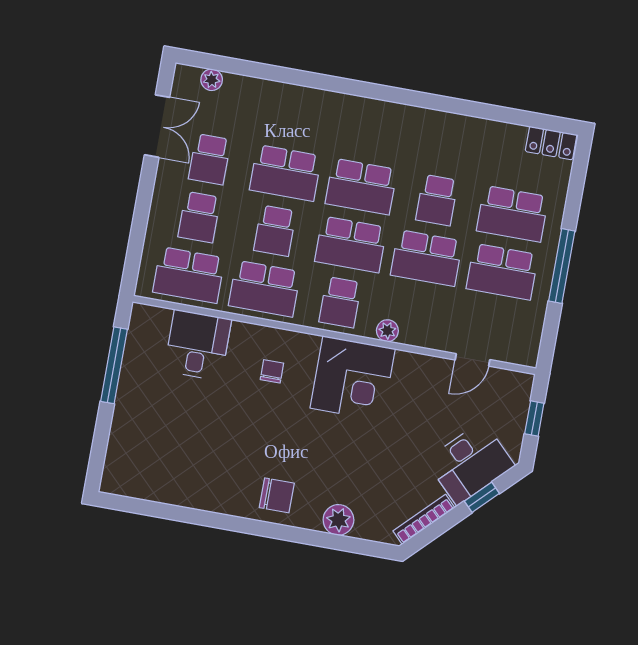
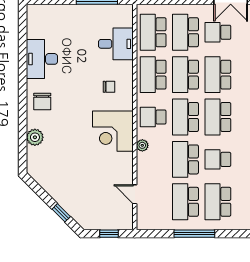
school desk: (199, 217) -> (185, 32), width x1.85
school desk: (275, 231) -> (185, 75), width x1.85
desk: (470, 463) -> (42, 59), moved, turned 45
bookcase: (424, 519) -> (44, 184), removed

